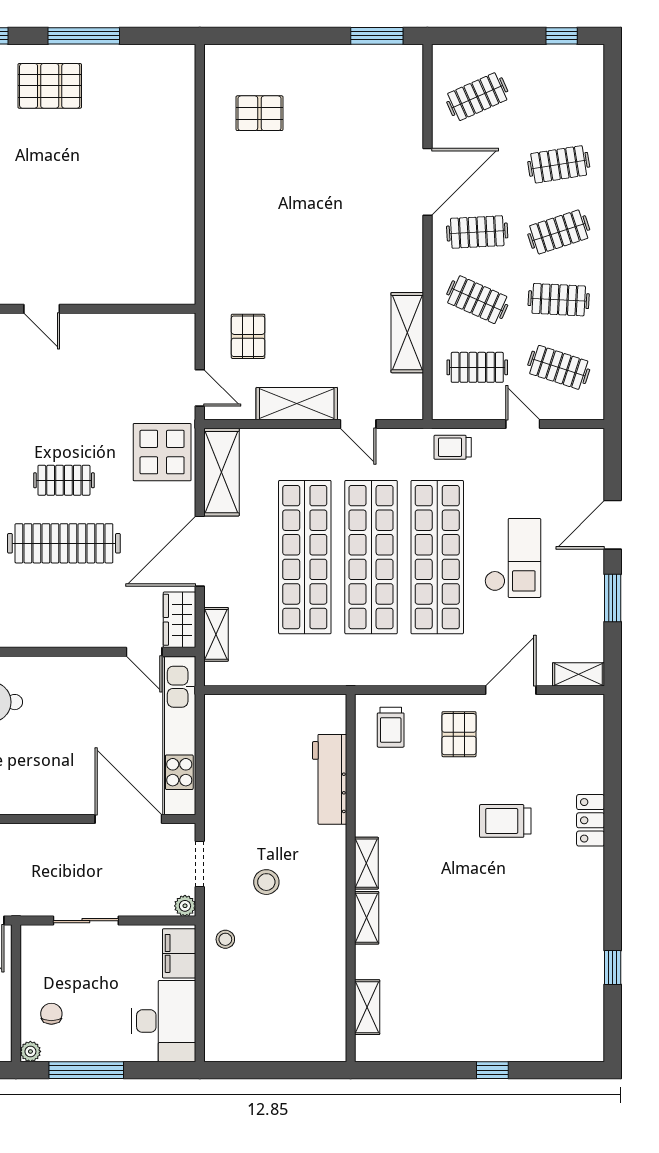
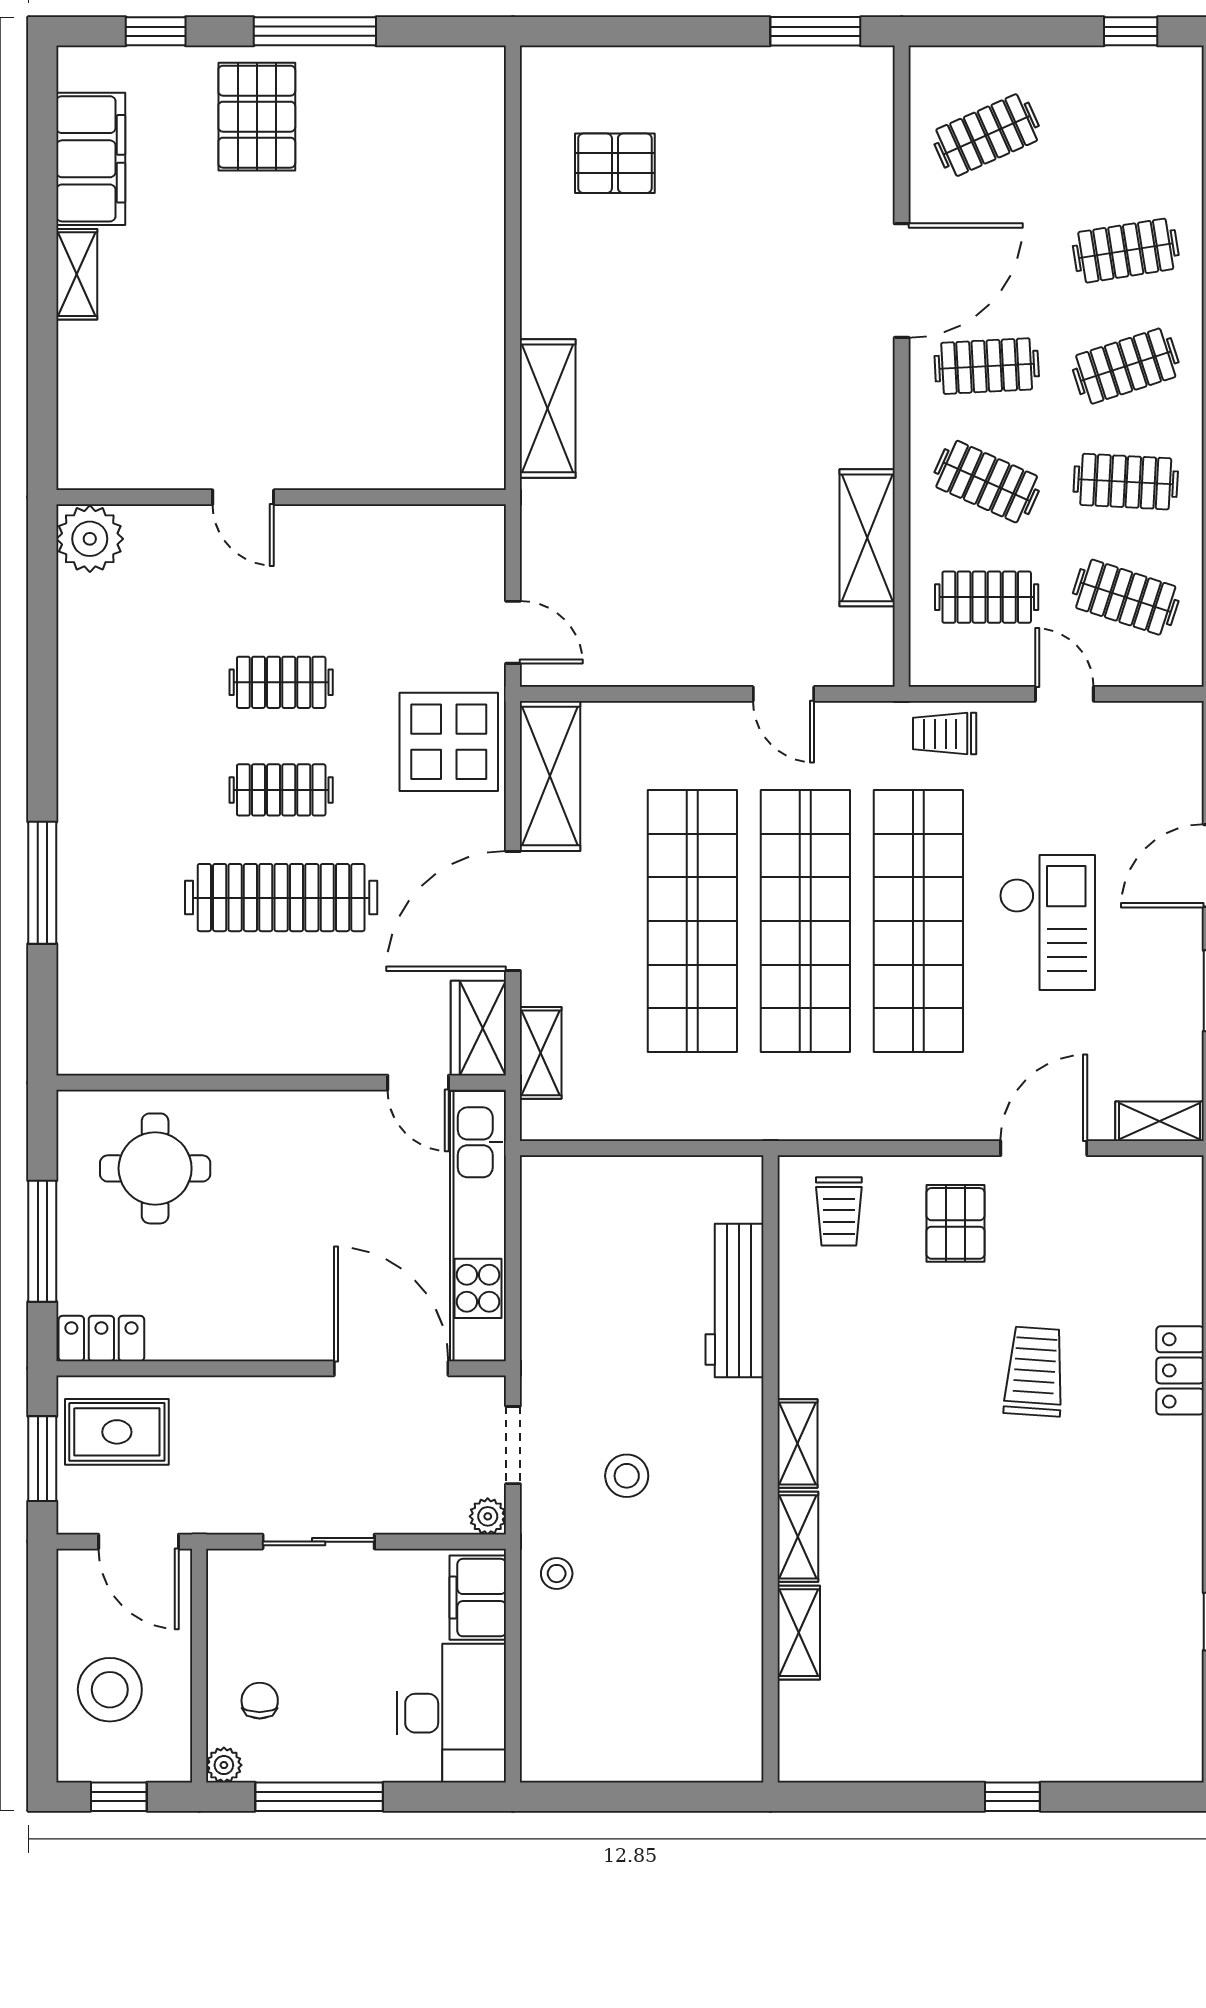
pallet: (50, 86) -> (257, 117), turned 90
pallet: (248, 336) -> (595, 544), removed
shelving: (297, 404) -> (548, 408), moved, turned 90
clothes rail: (64, 417) -> (281, 682), added
trolley: (505, 821) -> (1034, 1372), turned 94
shelving: (367, 1007) -> (799, 1633), moved

